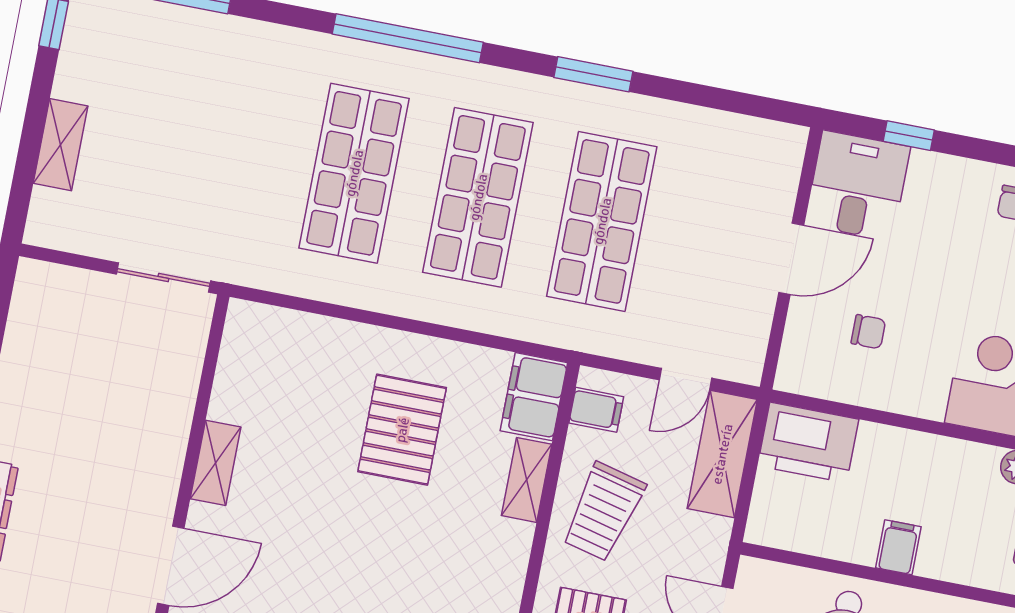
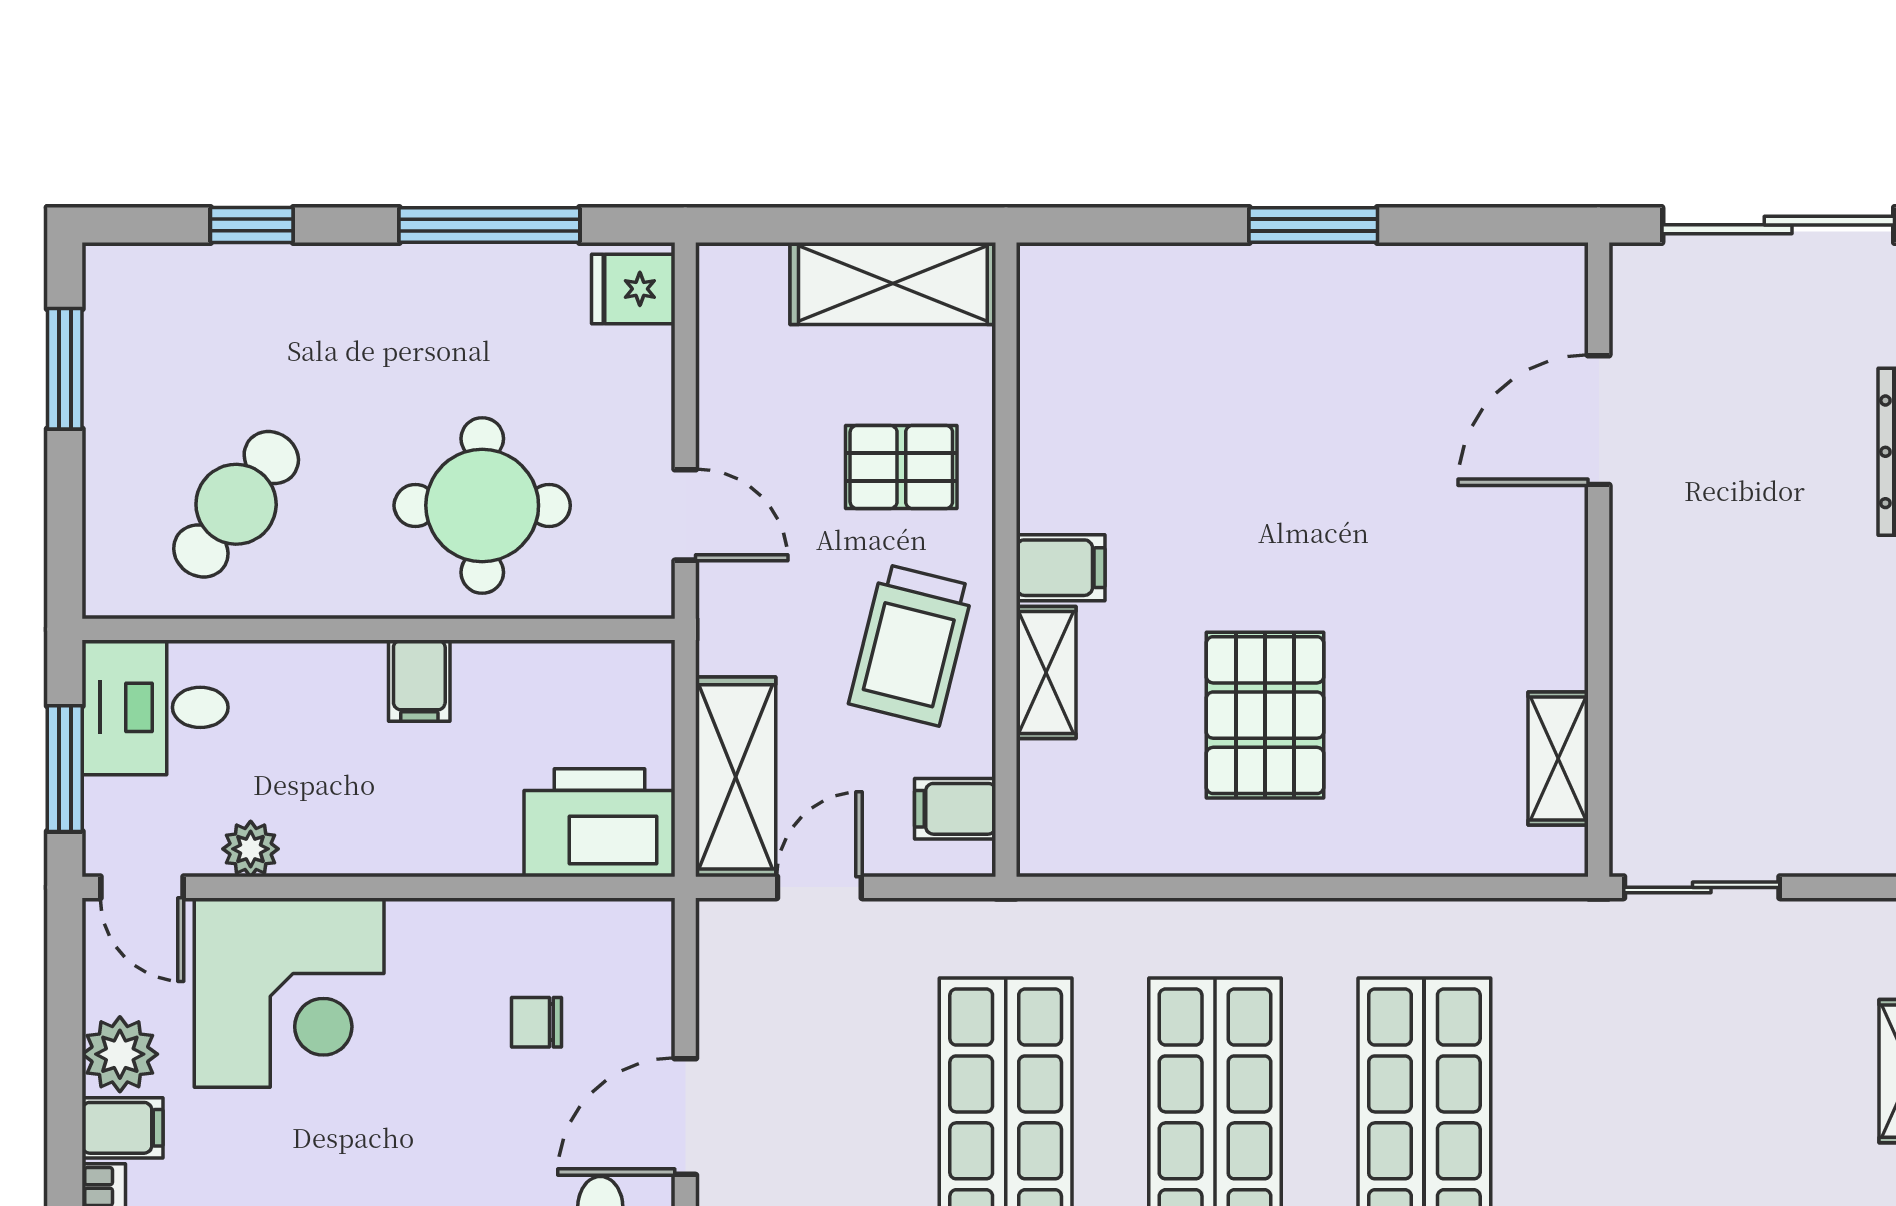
filing cabinet: (534, 397) -> (1061, 568), moved, width x0.50
shelving: (216, 463) -> (1558, 758), moved
trolley: (603, 512) -> (911, 645), turned 180

